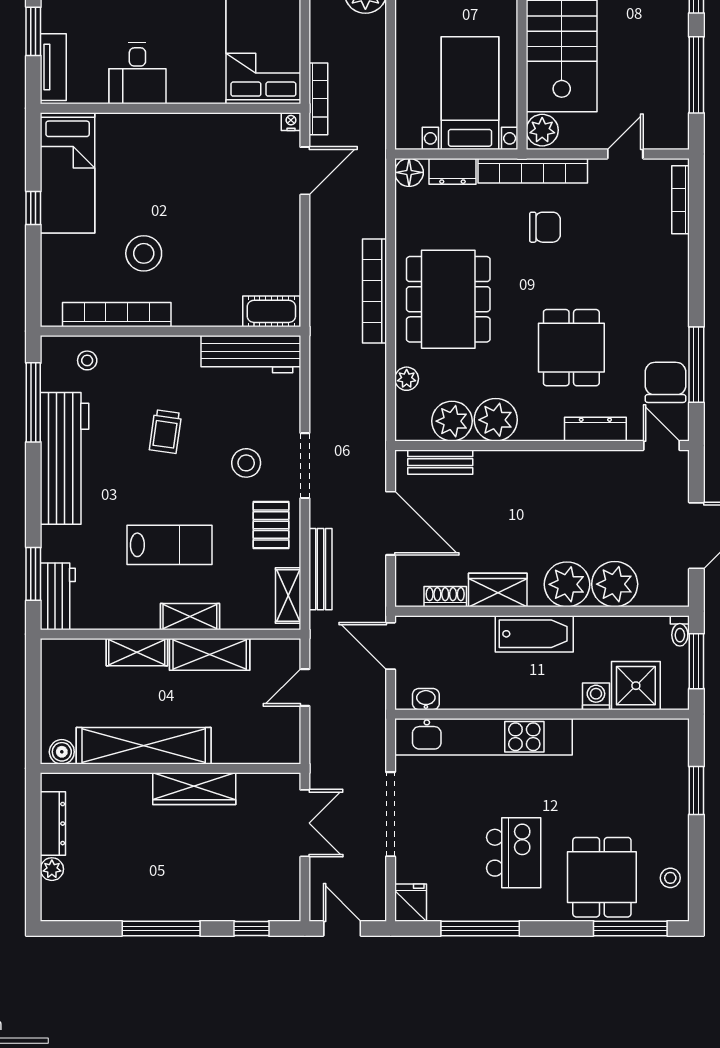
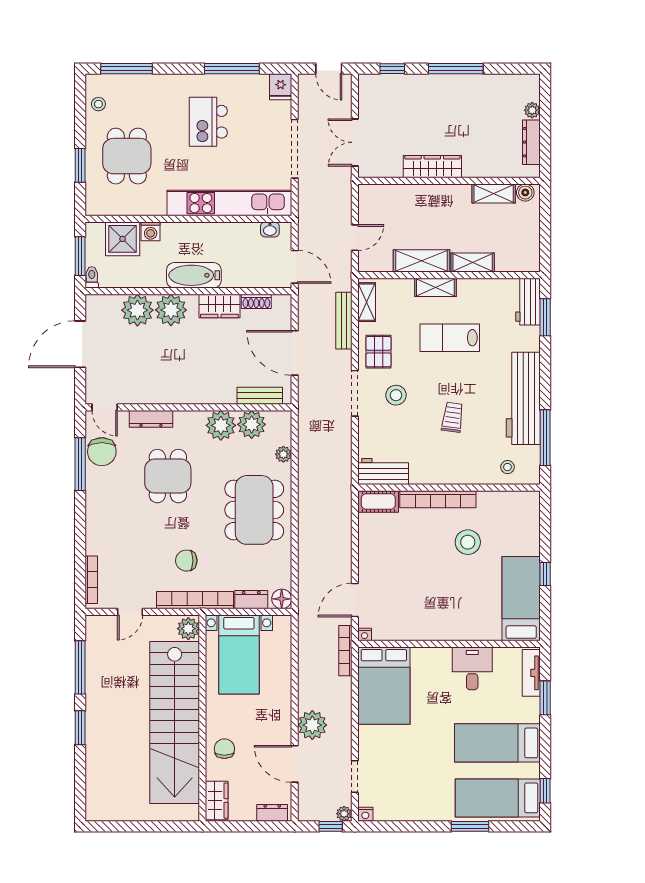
bookcase: (374, 291) -> (306, 516), removed
bookcase: (117, 315) -> (438, 499), moved
workbench: (251, 354) -> (383, 471), width x0.73
shelving: (144, 746) -> (494, 194), width x0.45, depth x0.75
dining table: (602, 877) -> (127, 156), moved

